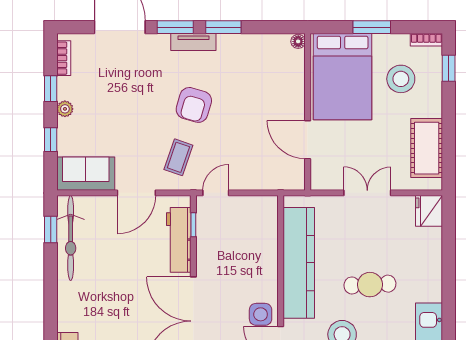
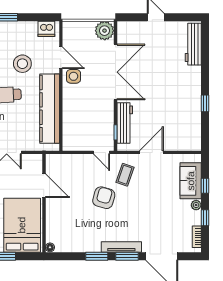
tv unit: (193, 42) -> (121, 247), width x1.41
armchair: (194, 105) -> (104, 198), moved
sofa: (86, 174) -> (191, 181), moved, turned 90
door: (216, 193) -> (102, 152), hinge flipped
window: (51, 230) -> (205, 103), moved
bicycle: (71, 238) -> (193, 124), removed

